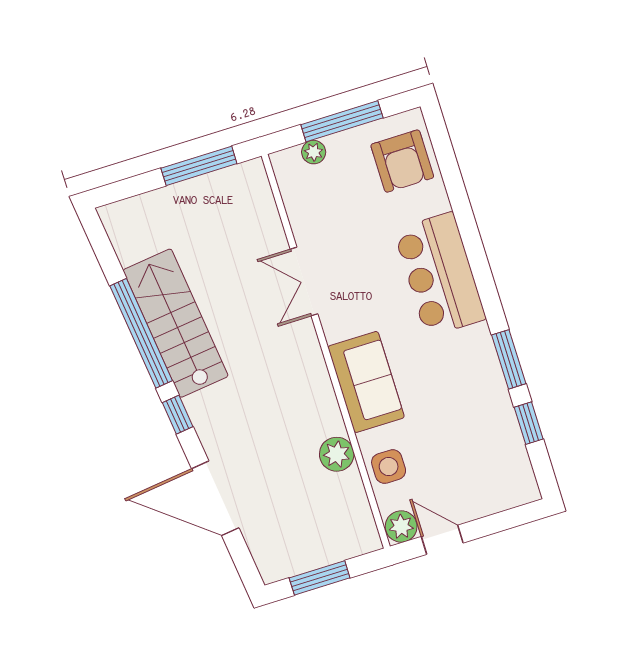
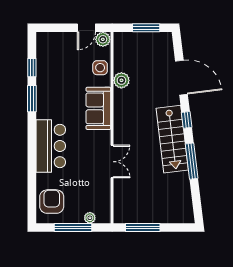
stairs: (176, 323) -> (172, 139), moved
window: (141, 333) -> (192, 161), width x0.68
door: (442, 540) -> (86, 28), hinge flipped

